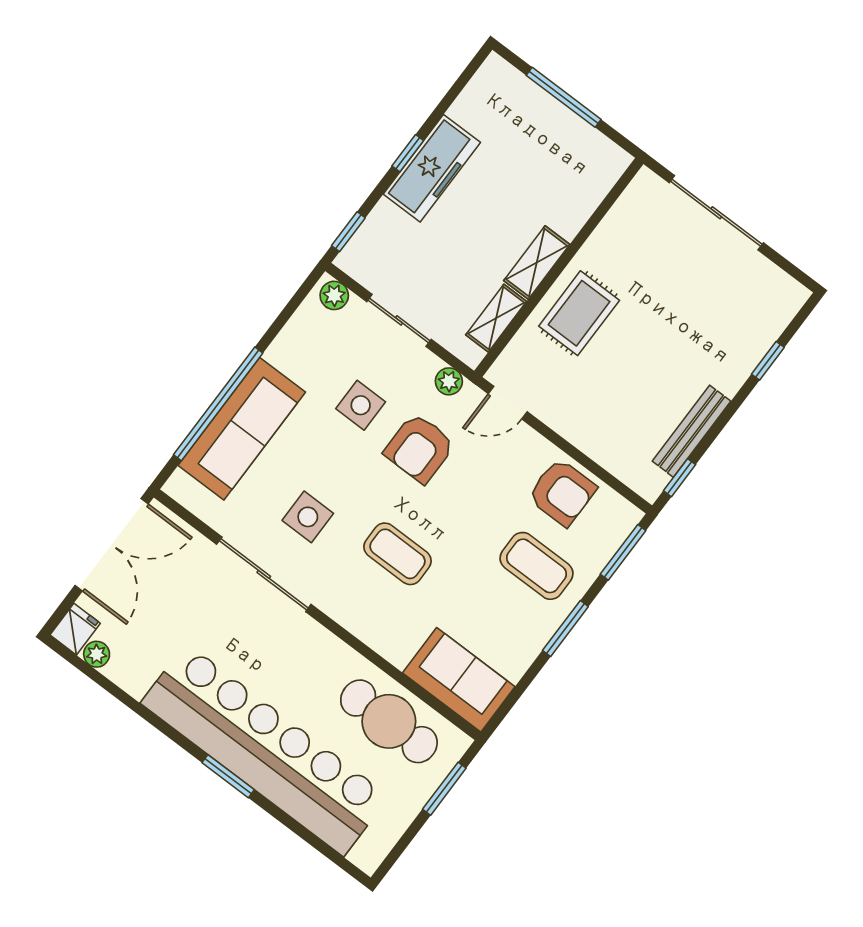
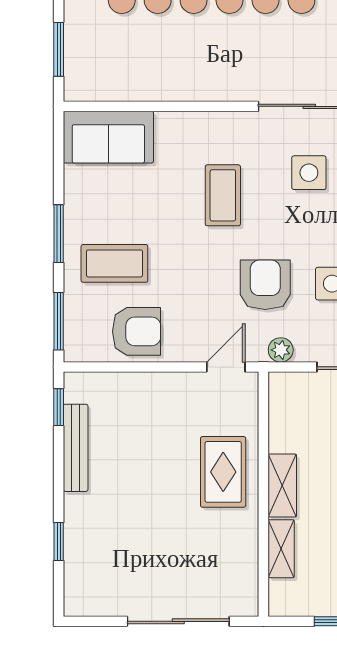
shelving: (496, 318) -> (281, 549), moved
armchair: (562, 492) -> (136, 331), turned 180
coffee table: (398, 554) -> (223, 195), turned 90
cafe table: (389, 721) -> (136, 68), removed

